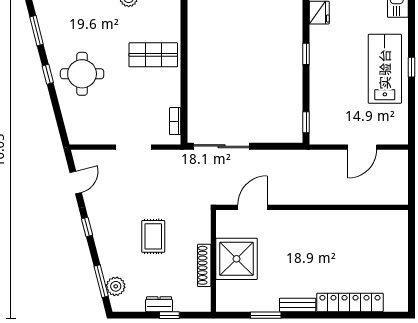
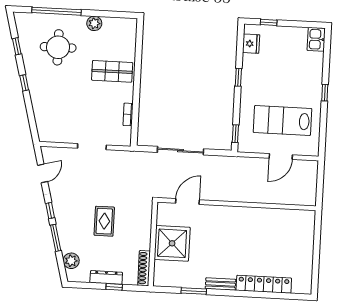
window: (36, 31) -> (17, 46), width x0.67
lab bench: (385, 69) -> (282, 120), moved, turned -90
round table: (82, 74) -> (58, 47), moved
bookcase: (175, 121) -> (128, 114), moved
sliding door: (221, 146) -> (181, 151), moved
shoe rack: (204, 265) -> (144, 268), moved
window: (101, 281) -> (56, 238), moved
dresser: (159, 304) -> (106, 277), width x1.44

